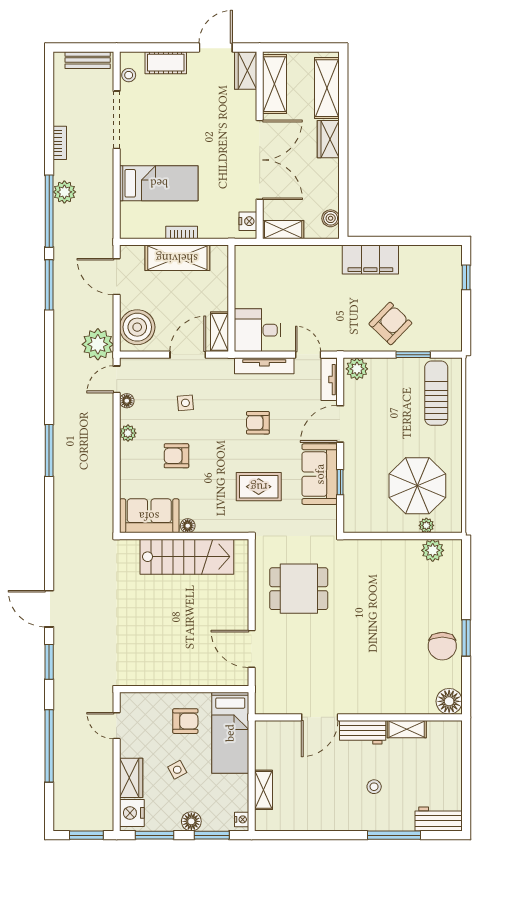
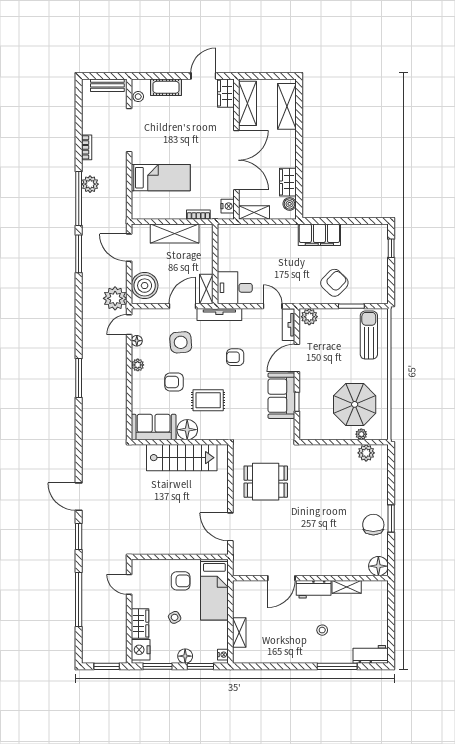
wardrobe: (328, 139) -> (288, 182), moved
bookcase: (182, 233) -> (198, 215), moved
tv unit: (264, 366) -> (219, 314), moved
side table: (185, 403) -> (181, 342), width x1.87, depth x1.87
rug: (259, 487) -> (208, 400), moved
floor lamp: (188, 526) -> (187, 430), width x1.89, depth x1.89
chair: (442, 646) -> (373, 525), turned 180

